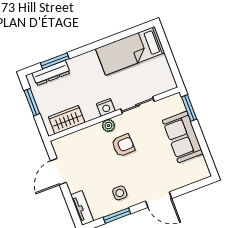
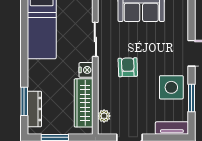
wardrobe: (67, 120) -> (84, 103), width x1.50
plant: (108, 126) -> (104, 116), moved
side table: (120, 193) -> (171, 87), width x1.87, depth x1.87

